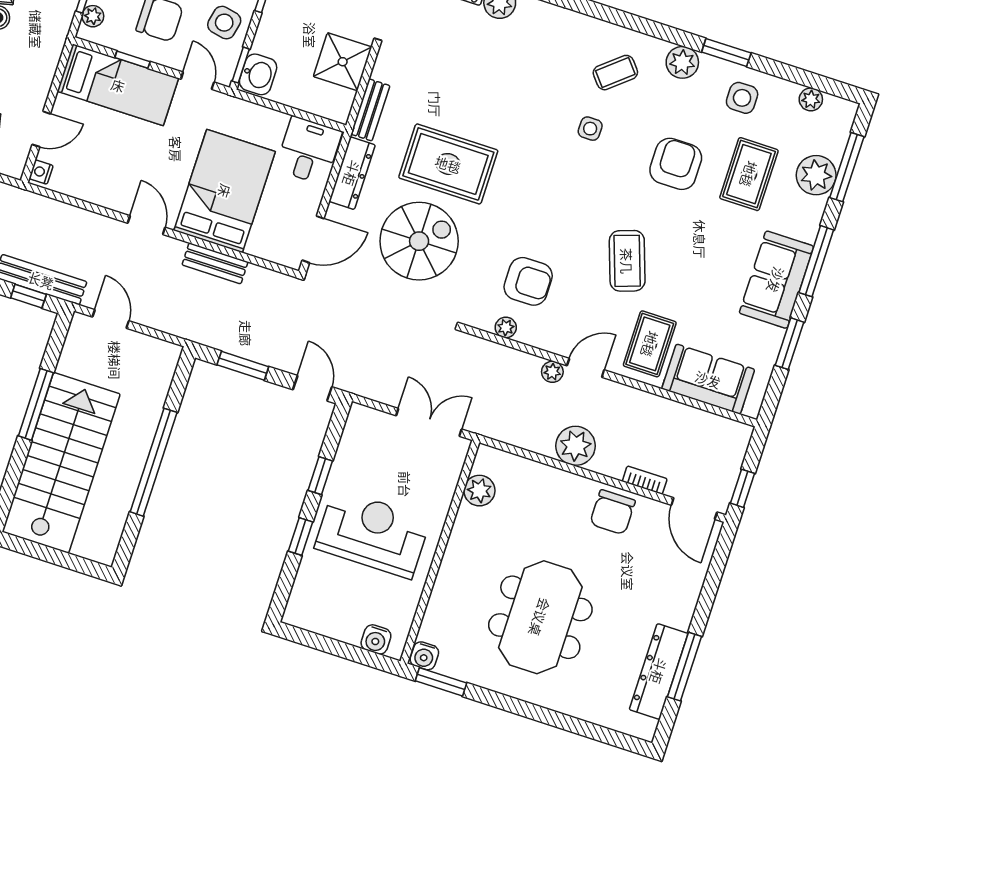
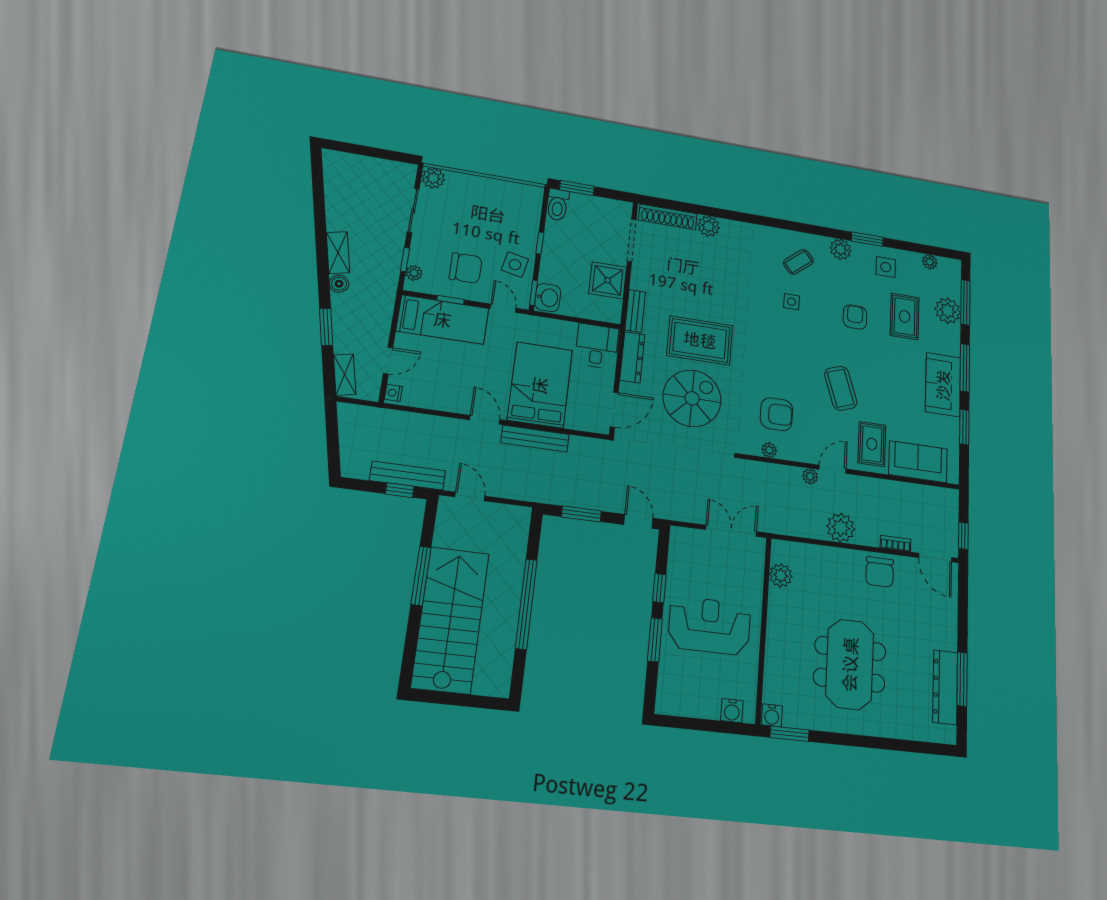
armchair: (676, 164) -> (855, 317), width x0.72, depth x0.72
bench: (215, 263) -> (535, 439), width x1.36
window: (300, 536) -> (655, 640), width x1.50

